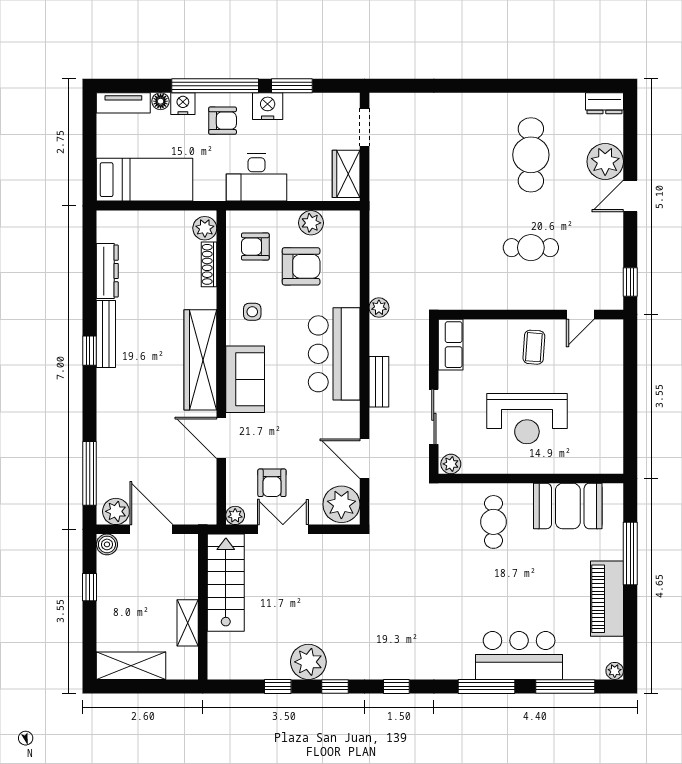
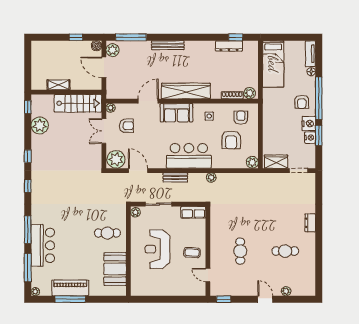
dresser: (604, 103) -> (310, 223), moved
nightstand: (183, 104) -> (310, 138), moved
cafe table: (531, 155) -> (285, 251), width x0.73, depth x0.74
plant: (605, 162) -> (286, 291), width x0.53, depth x0.53
desk: (256, 178) -> (274, 118), removed
plant: (311, 223) -> (252, 162), moved
bench: (106, 334) -> (168, 45), moved
window: (90, 351) -> (236, 37), moved
door: (365, 459) -> (138, 171), hinge flipped
armchair: (272, 483) -> (126, 126), turned 180
door: (151, 529) -> (104, 67), swing flipped
double door: (283, 529) -> (104, 131), swing flipped
window: (630, 553) -> (70, 299), moved
plant: (308, 662) -> (40, 125), moved
shelving: (131, 666) -> (38, 57), removed
window: (278, 686) -> (28, 107), moved

